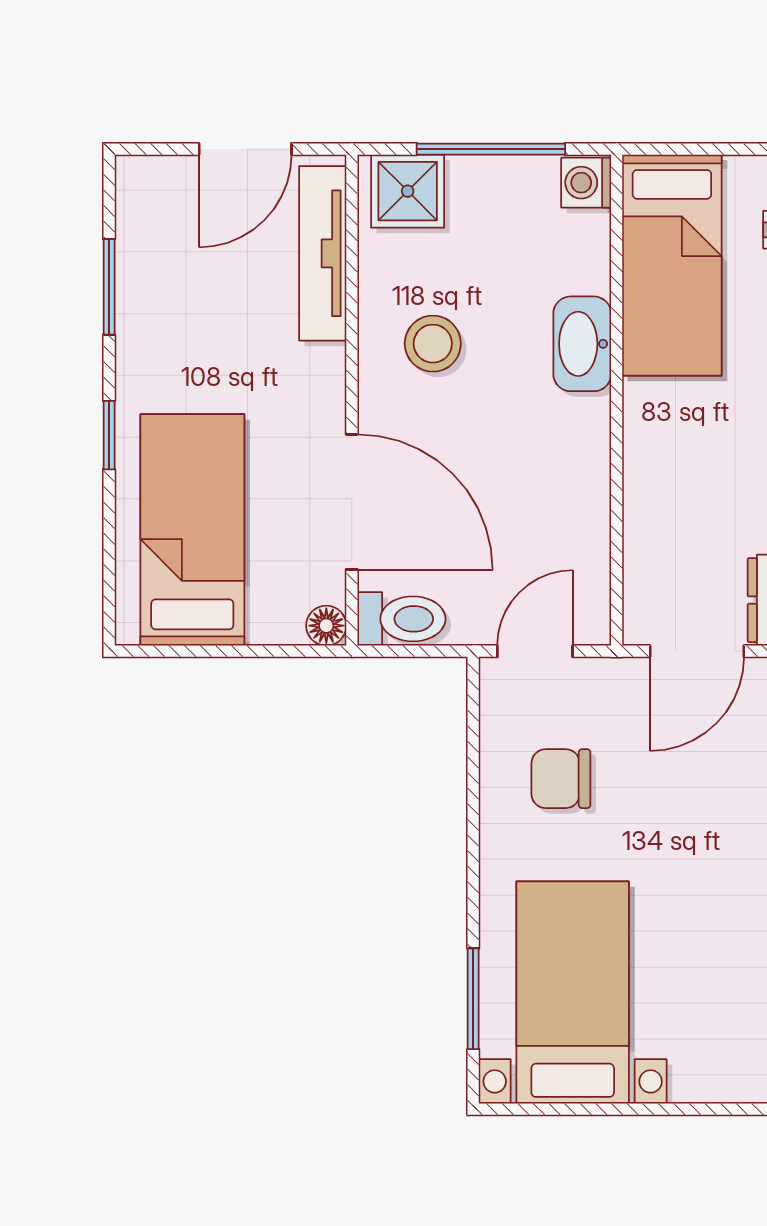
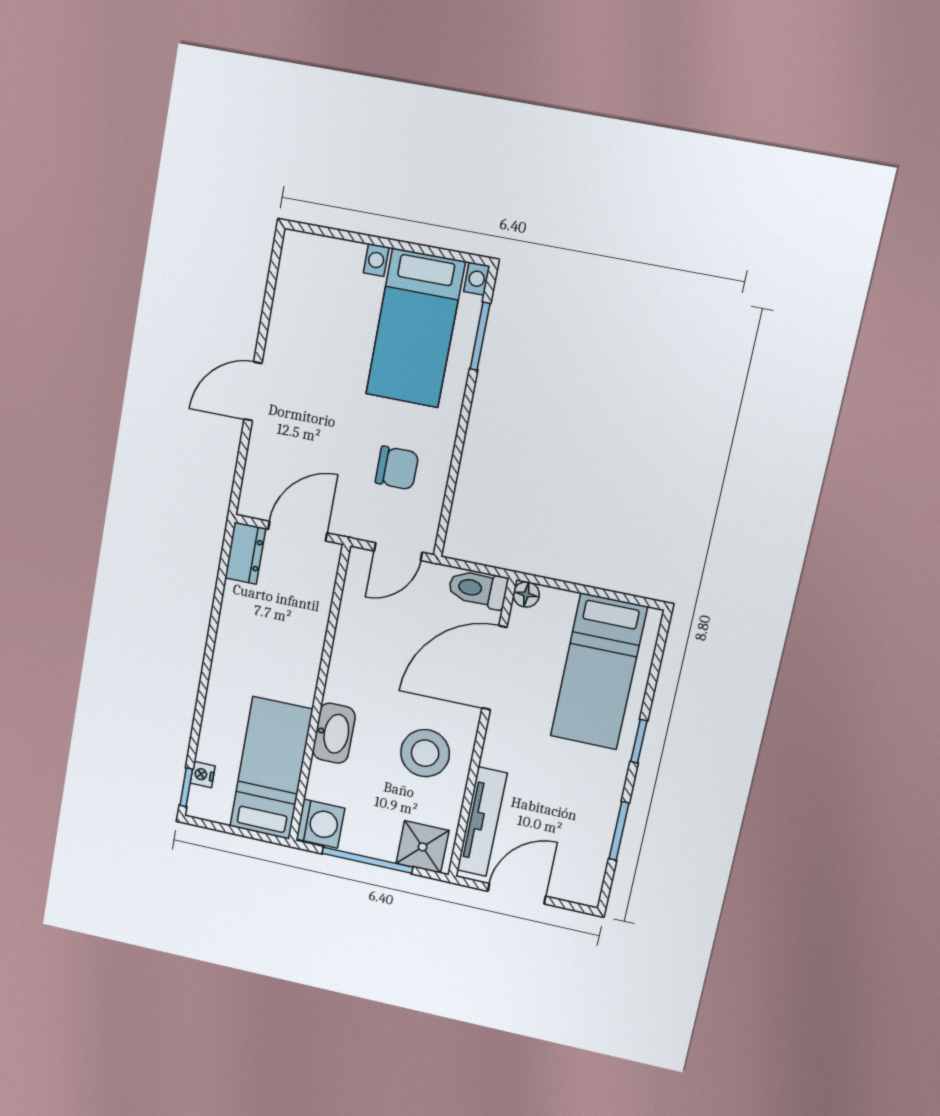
washing machine: (586, 183) -> (320, 824), width x1.38, depth x1.38
stool: (433, 344) -> (425, 753), width x1.38, depth x1.38
door: (352, 502) -> (494, 668), hinge flipped

